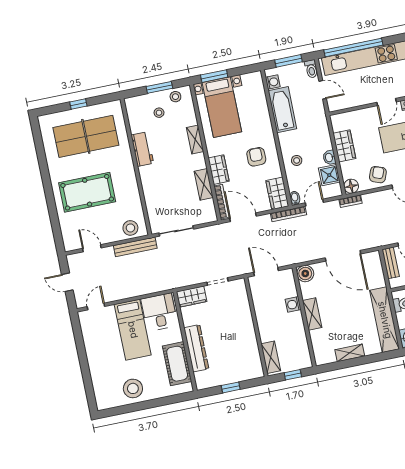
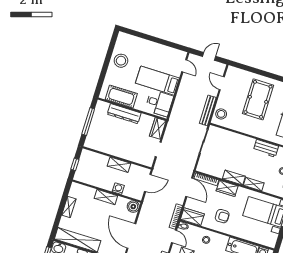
shelving: (204, 184) -> (234, 177), moved
door: (243, 217) -> (189, 187), hinge flipped
door: (92, 248) -> (222, 83), swing flipped
door: (343, 256) -> (131, 236), hinge flipped
shelving: (271, 357) -> (119, 165), moved
window: (231, 387) -> (88, 122), width x2.17

